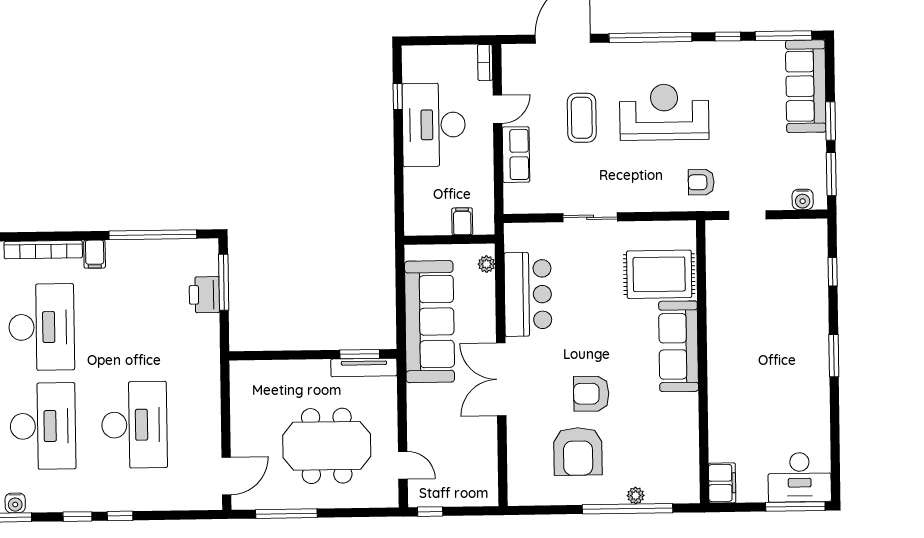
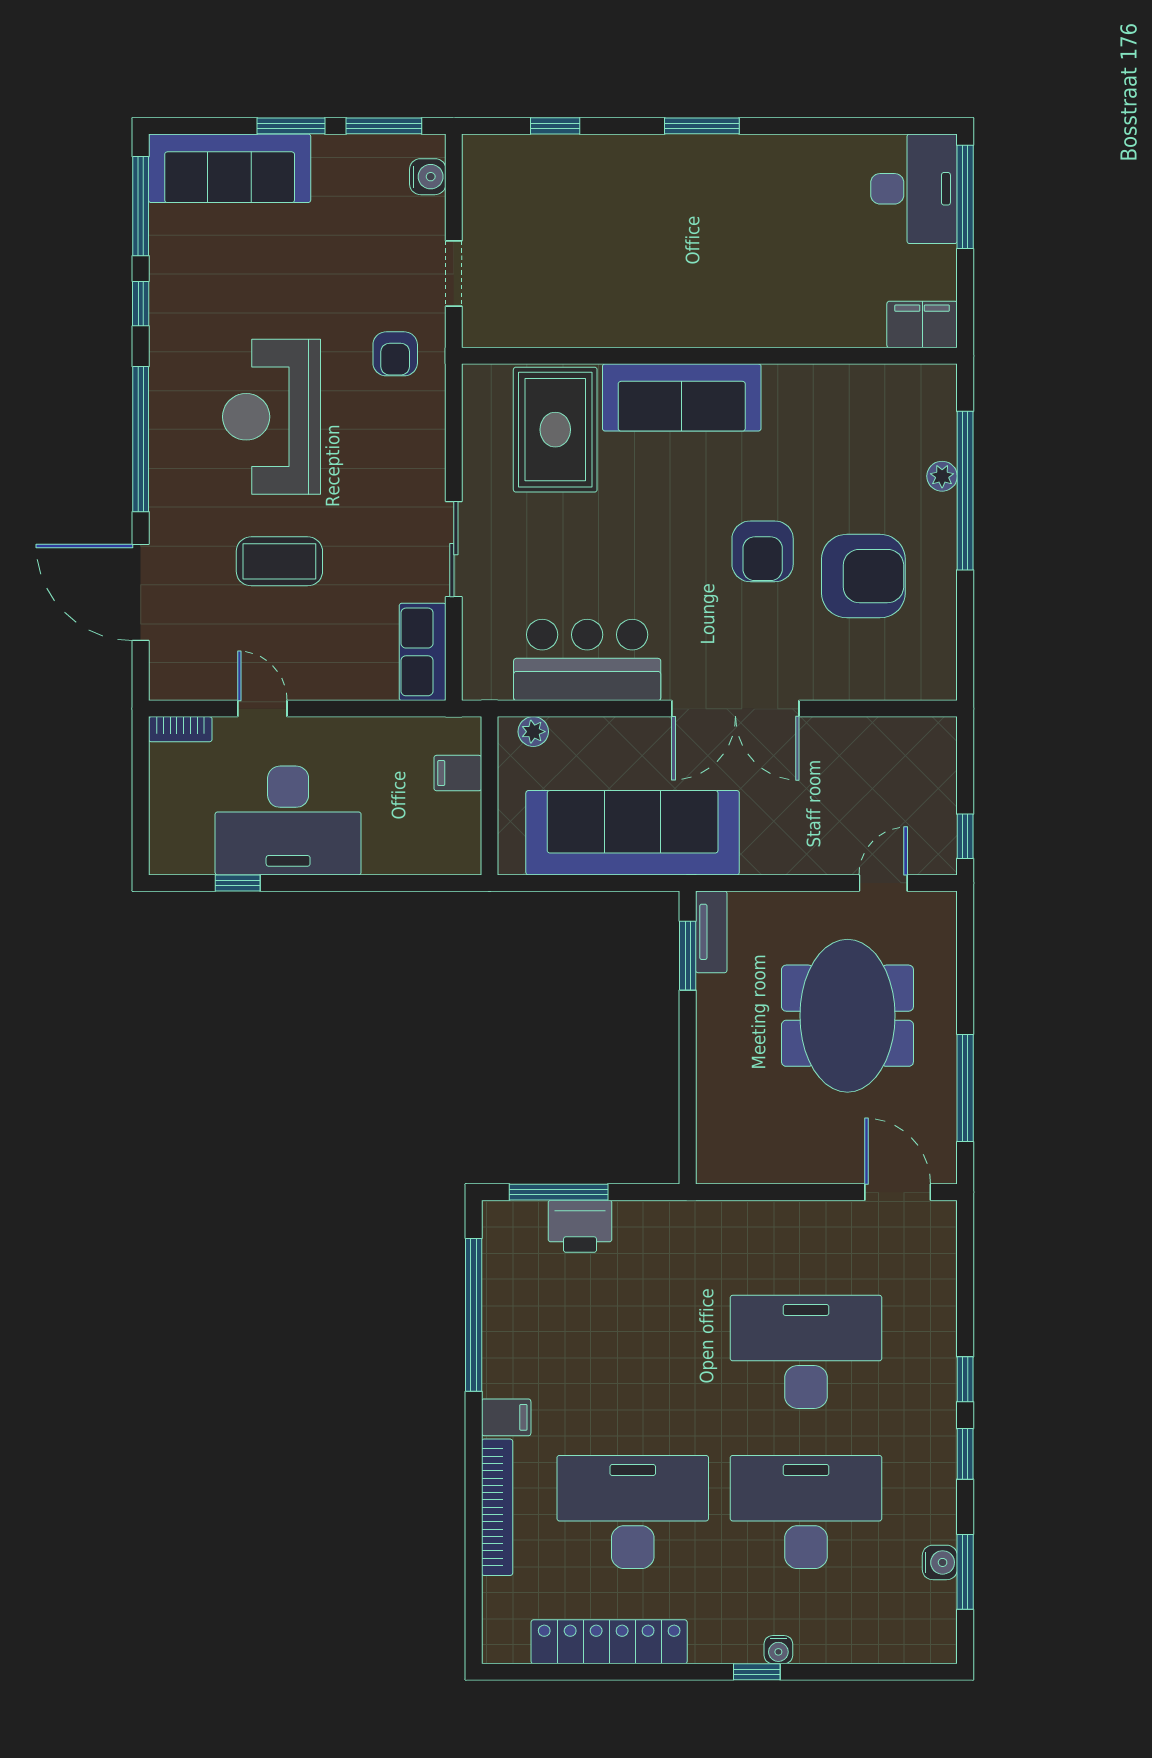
row of seats: (516, 155) -> (423, 652), moved, turned -90
tv unit: (364, 367) -> (711, 932), width x0.71

